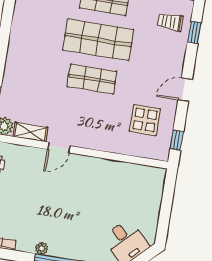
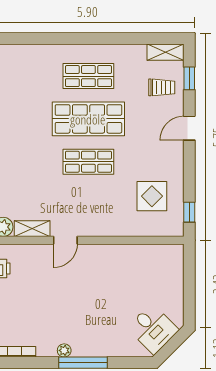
trolley: (170, 22) -> (162, 87), turned 180
window: (194, 33) -> (189, 78), moved
door: (185, 90) -> (189, 128), moved

